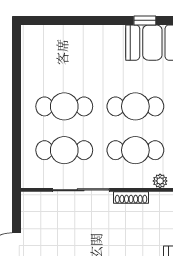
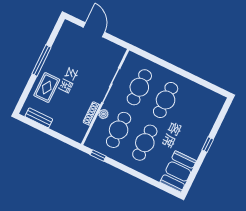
window: (145, 20) -> (208, 145), moved
plant: (160, 181) -> (103, 114), moved

